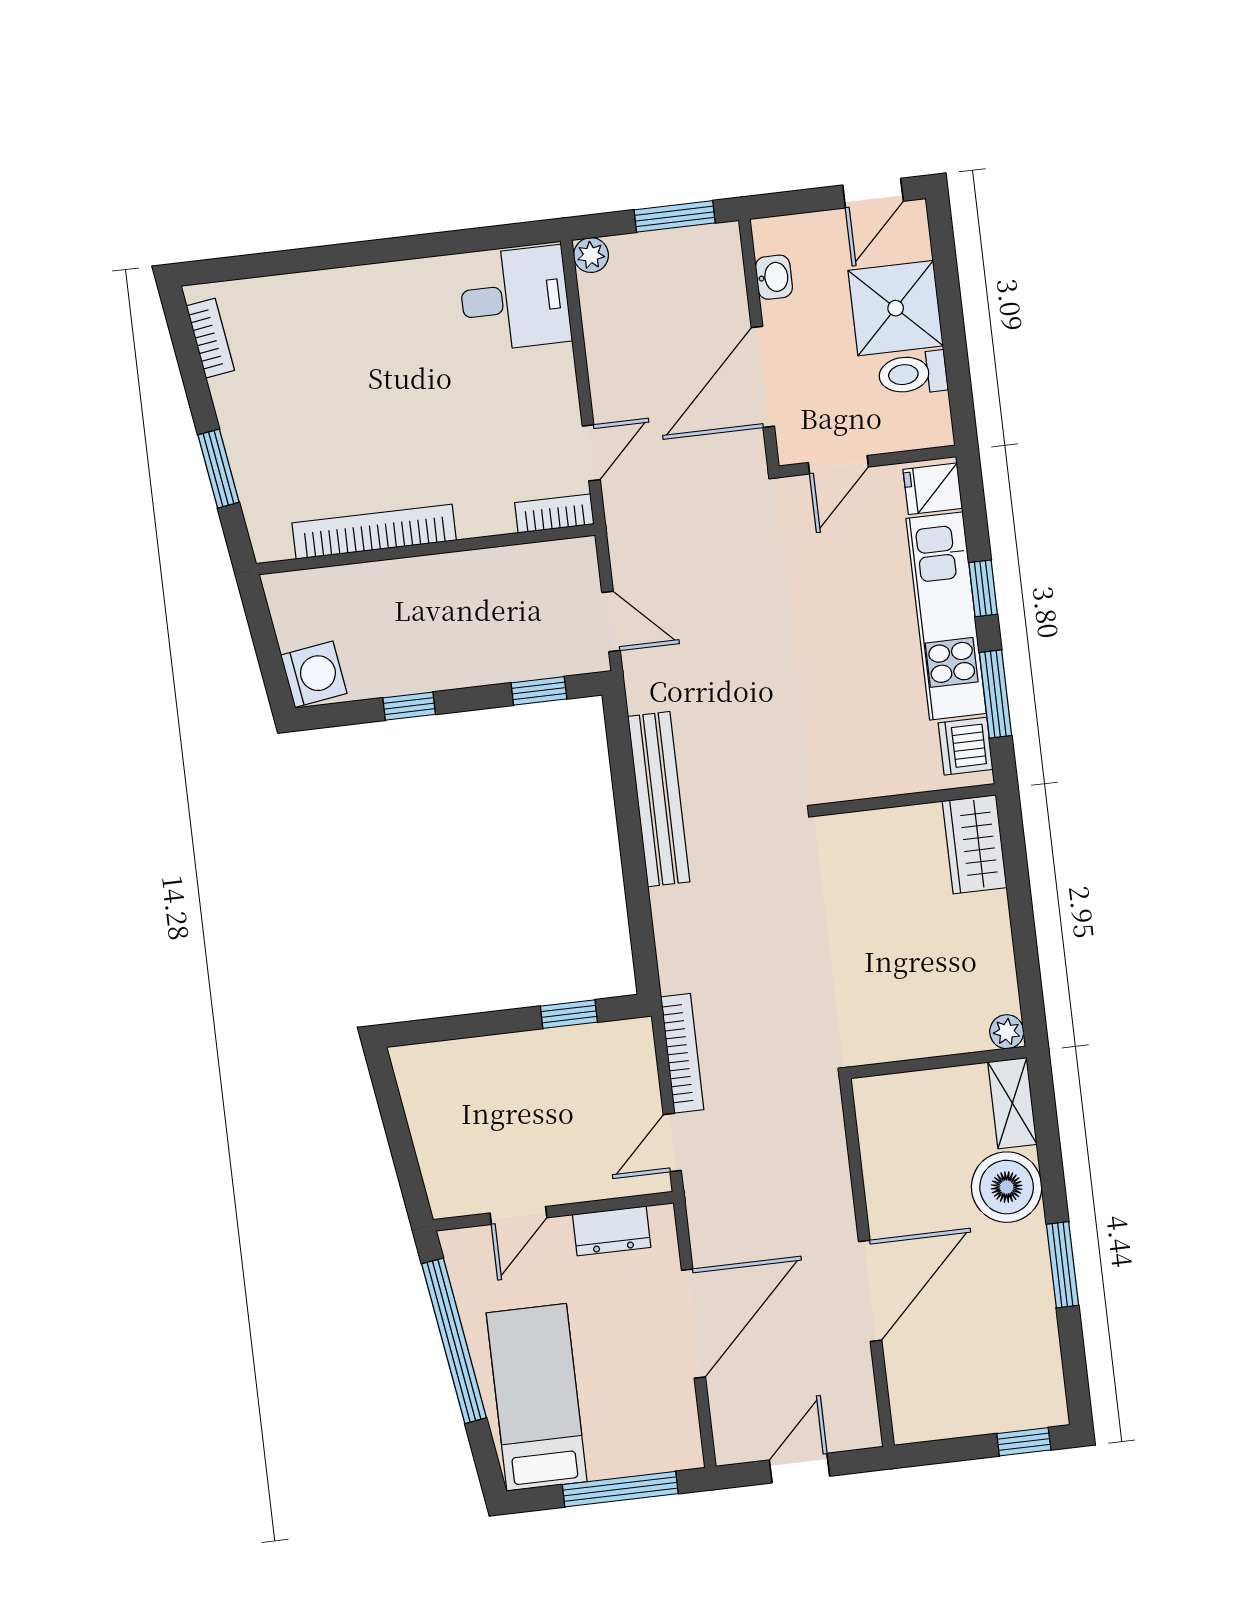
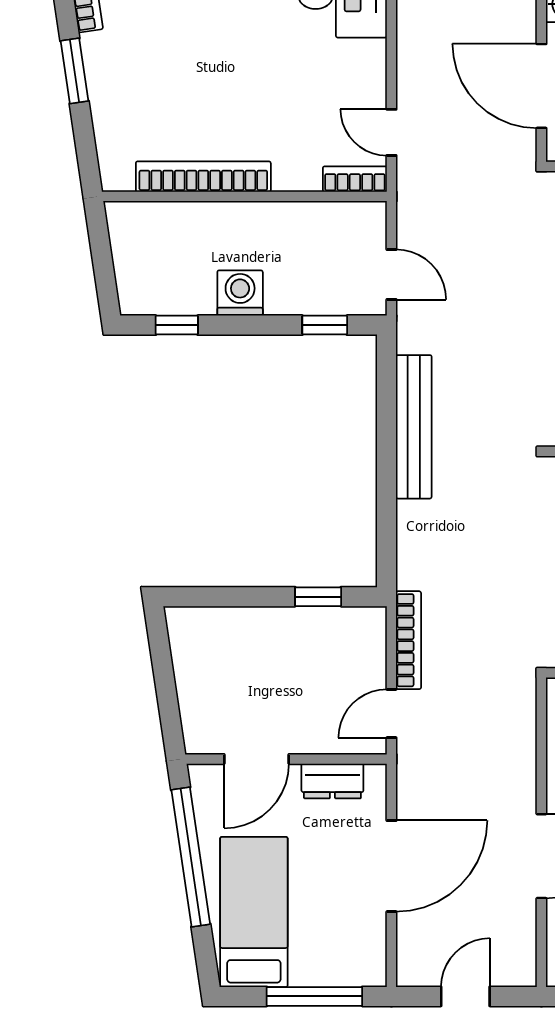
door: (763, 377) -> (541, 86), hinge flipped
door: (591, 453) -> (391, 132), swing flipped
window: (219, 469) -> (75, 71), moved
washing machine: (314, 674) -> (240, 293), moved, turned -82
window: (409, 706) -> (177, 325), moved
door: (518, 1215) -> (257, 759), width x1.38

